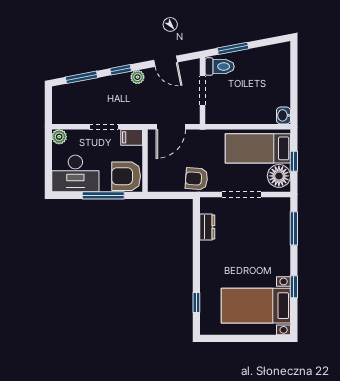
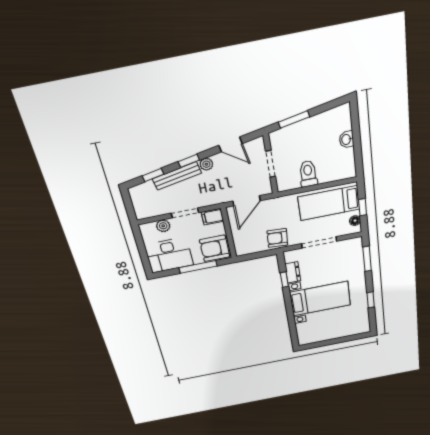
toilet: (220, 67) -> (308, 174), moved, turned -90
window: (81, 77) -> (153, 175), width x0.67
bench: (105, 83) -> (177, 176), added
washbasin: (283, 115) -> (346, 139), moved
plant: (59, 137) -> (163, 226), moved
floor lamp: (279, 176) -> (355, 221), width x0.53, depth x0.53
window: (196, 302) -> (284, 280), moved
bed with nightstands: (256, 306) -> (320, 299), moved, turned 180

